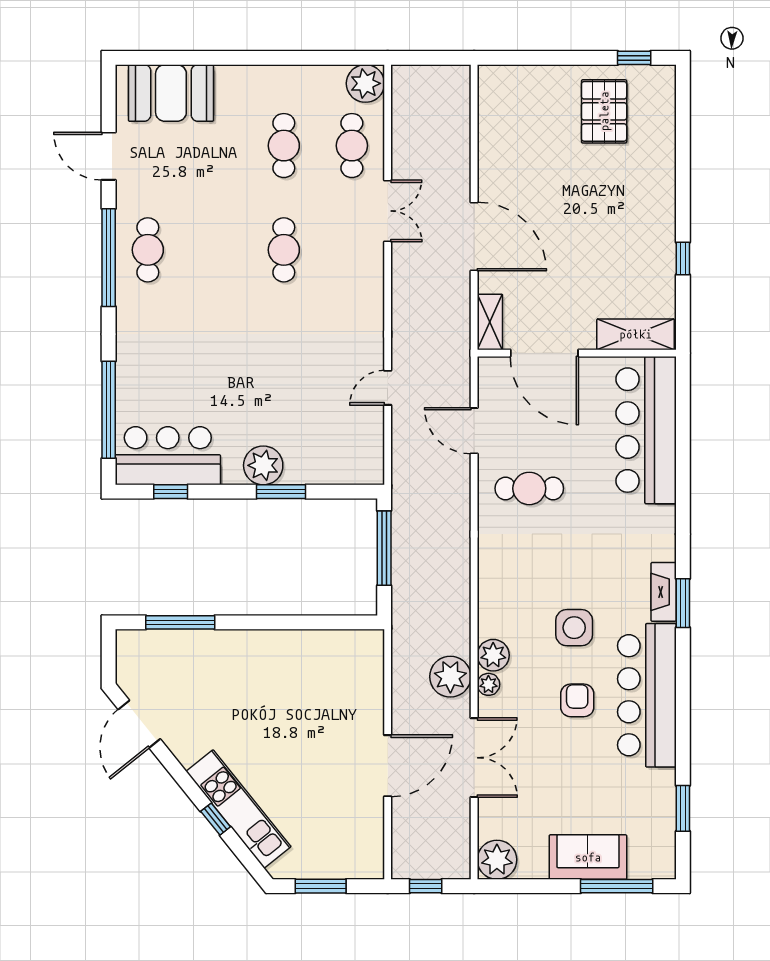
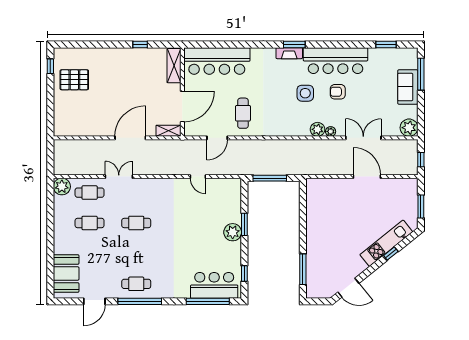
bar counter: (168, 456) -> (214, 285), moved, turned 90
plant: (450, 677) -> (327, 149), removed

